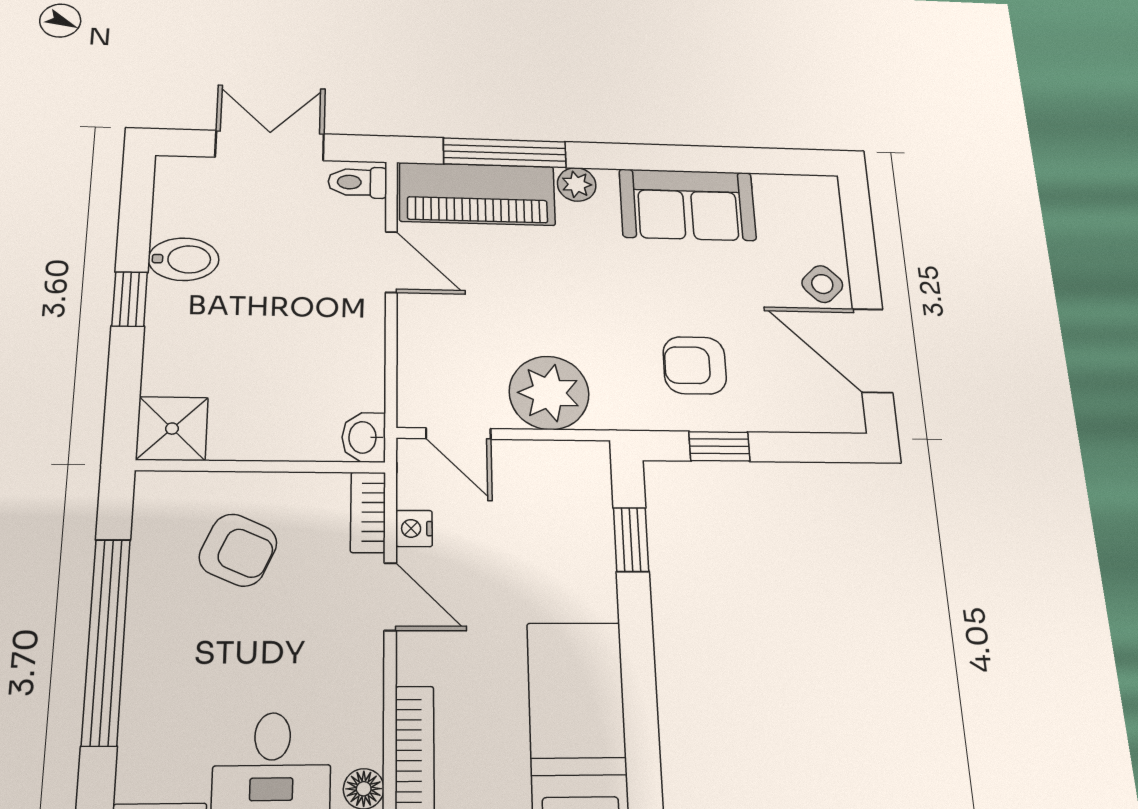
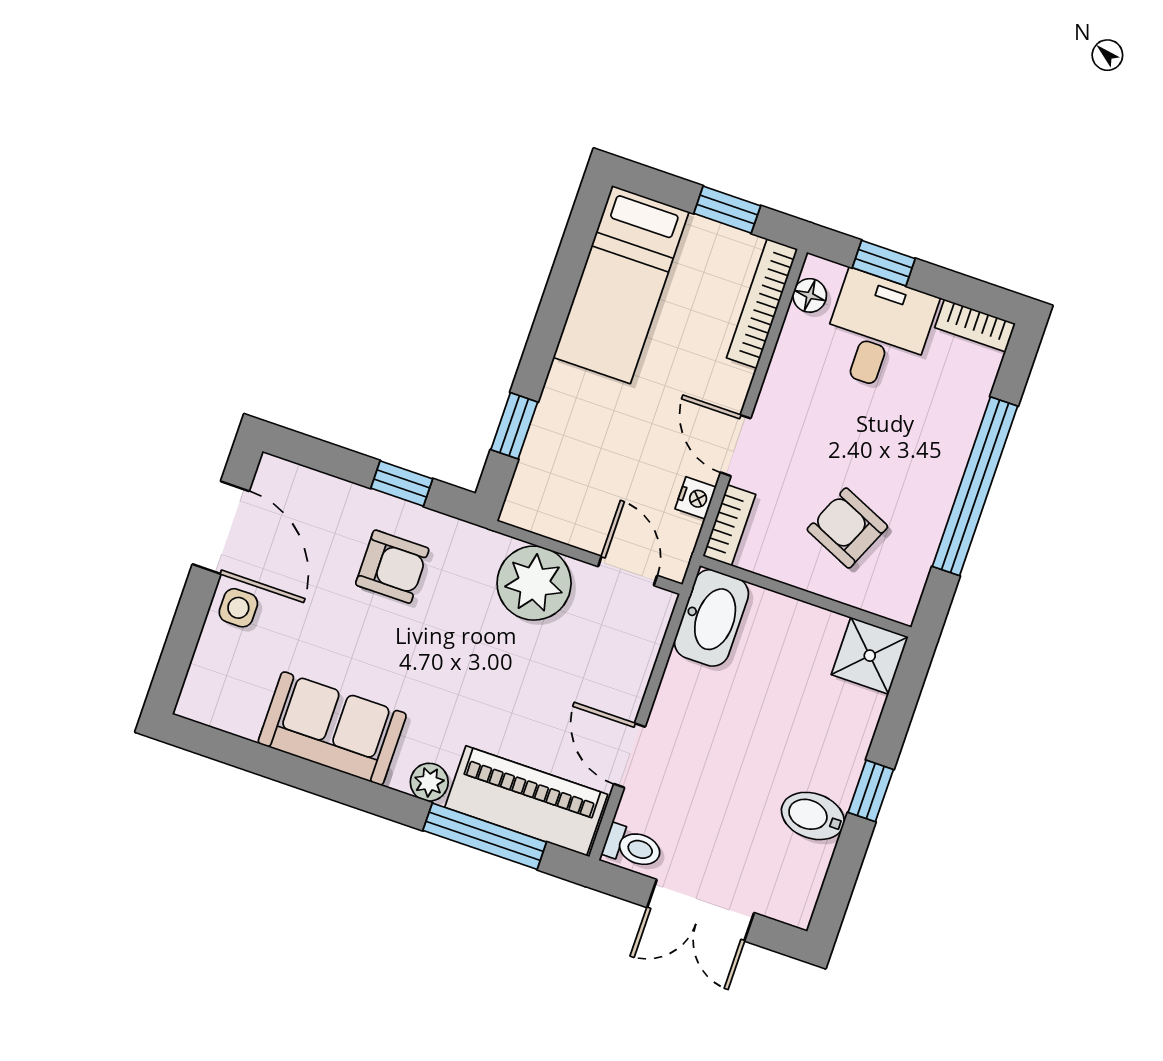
side table: (822, 284) -> (238, 608), turned 45
washbasin: (364, 437) -> (711, 618), width x1.91, depth x1.45

